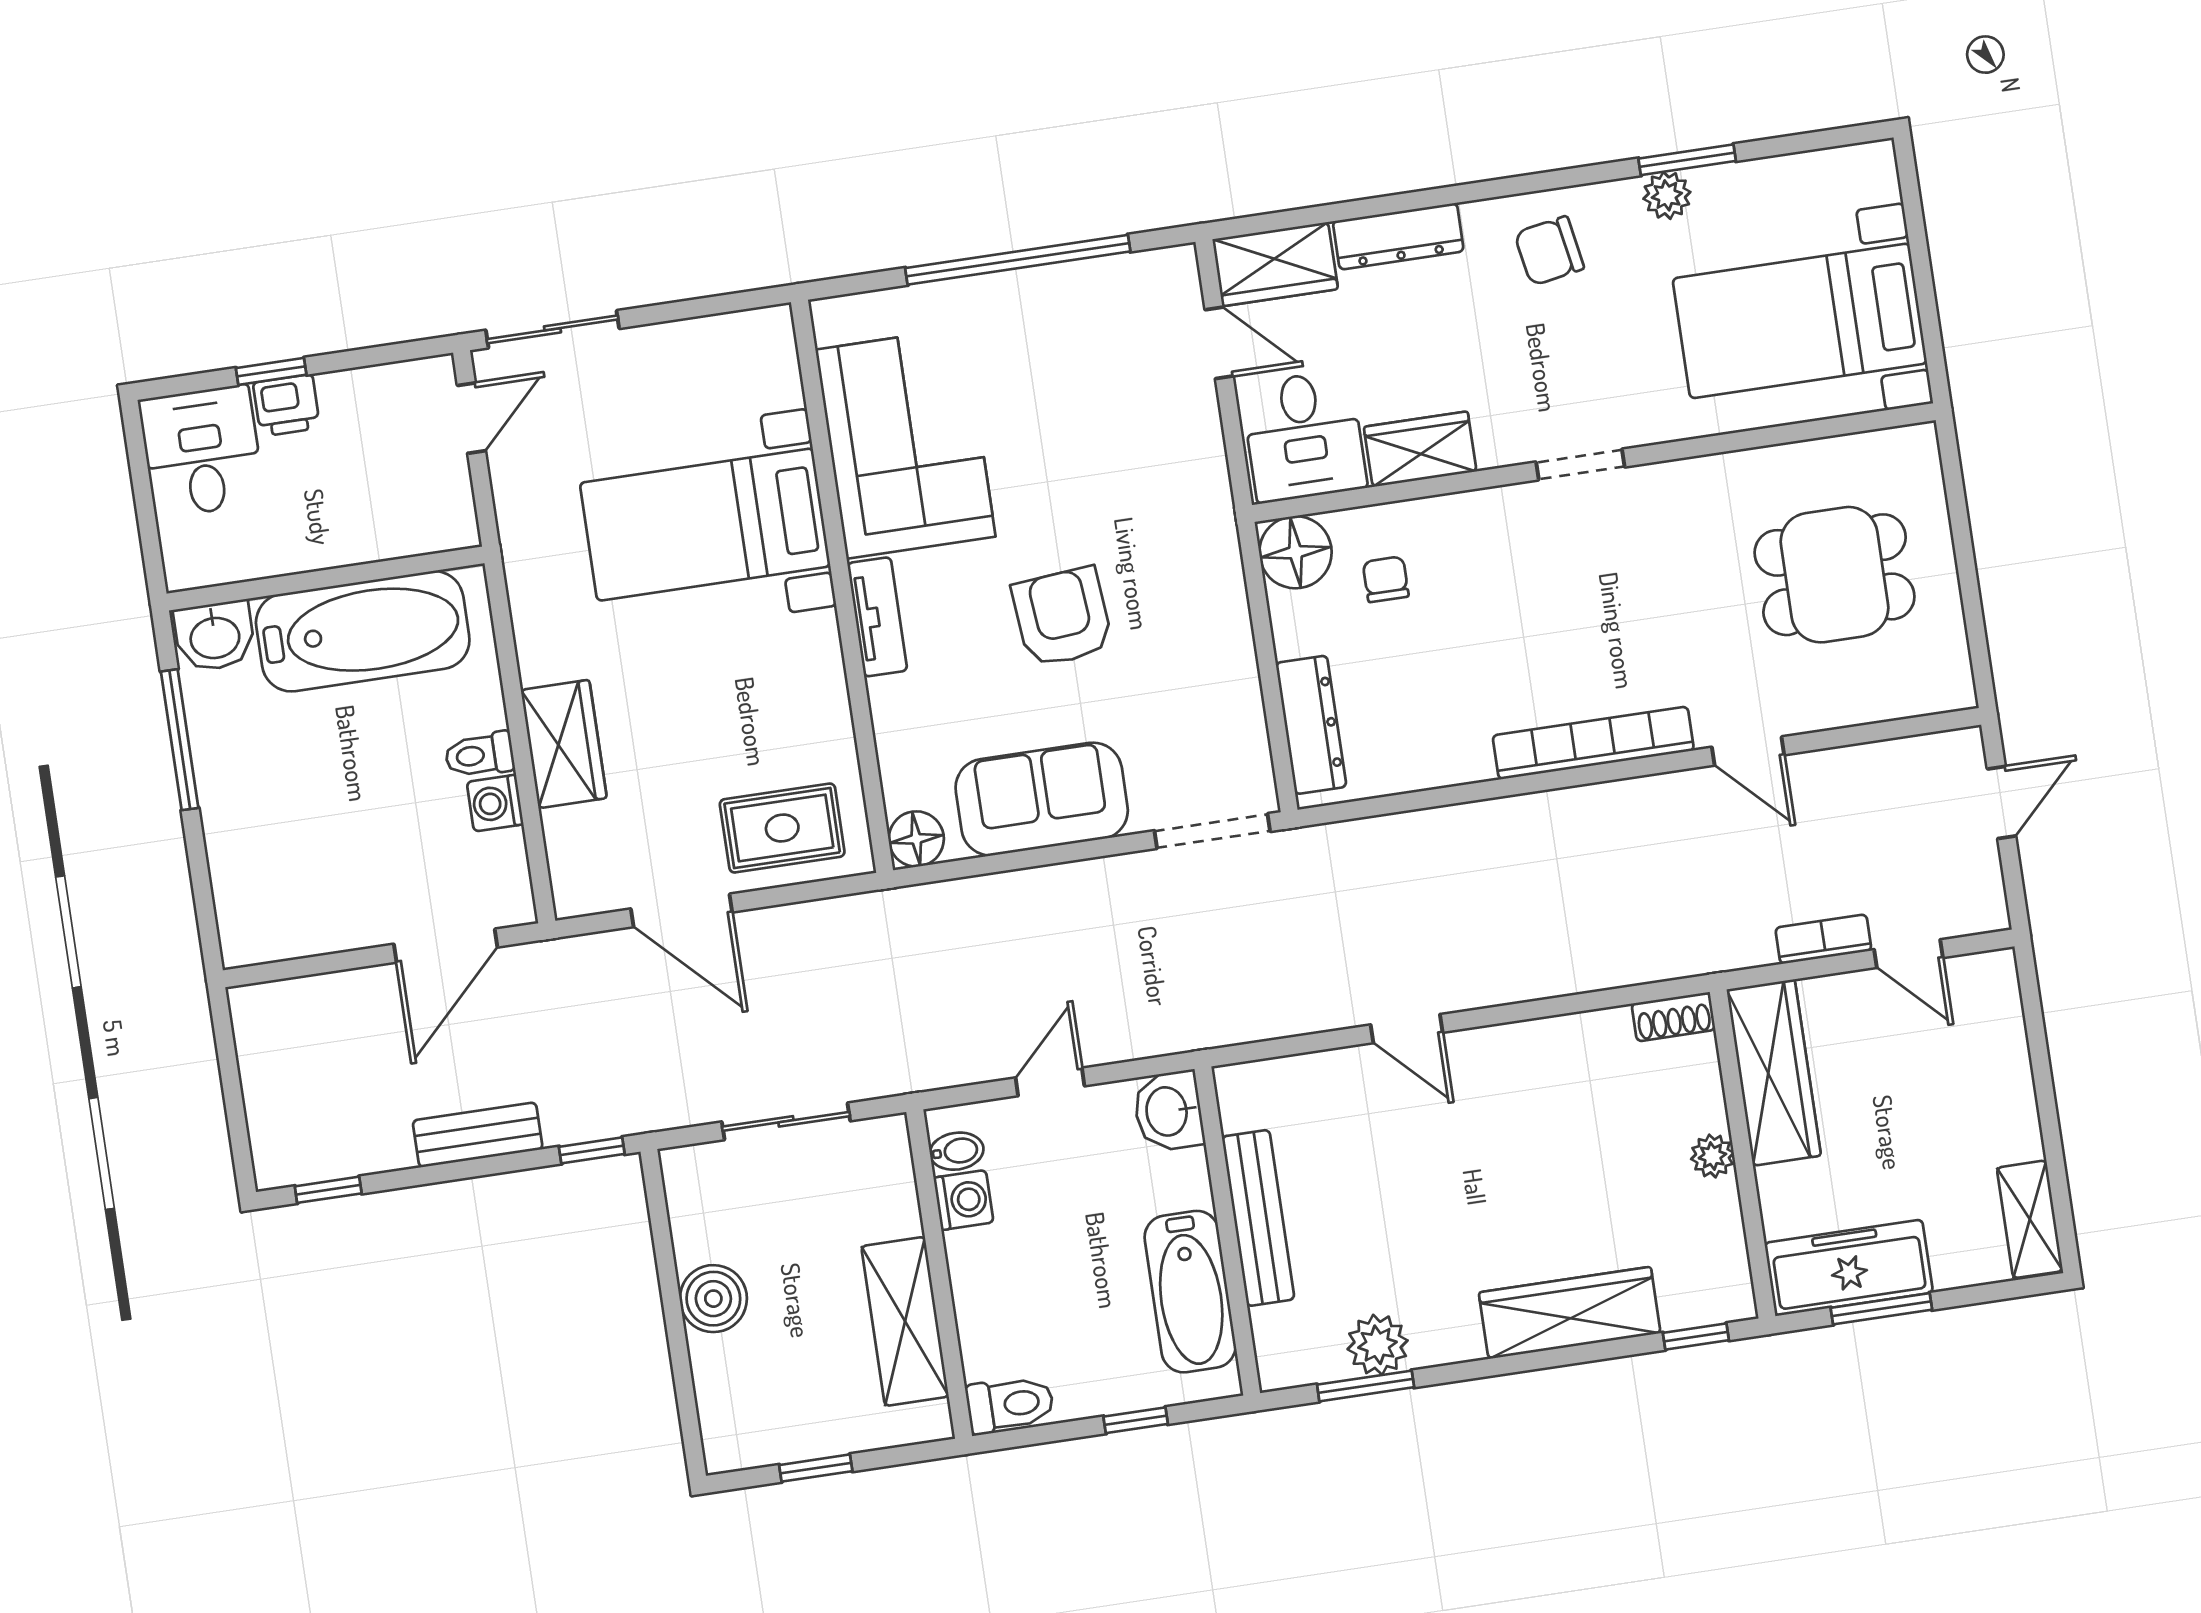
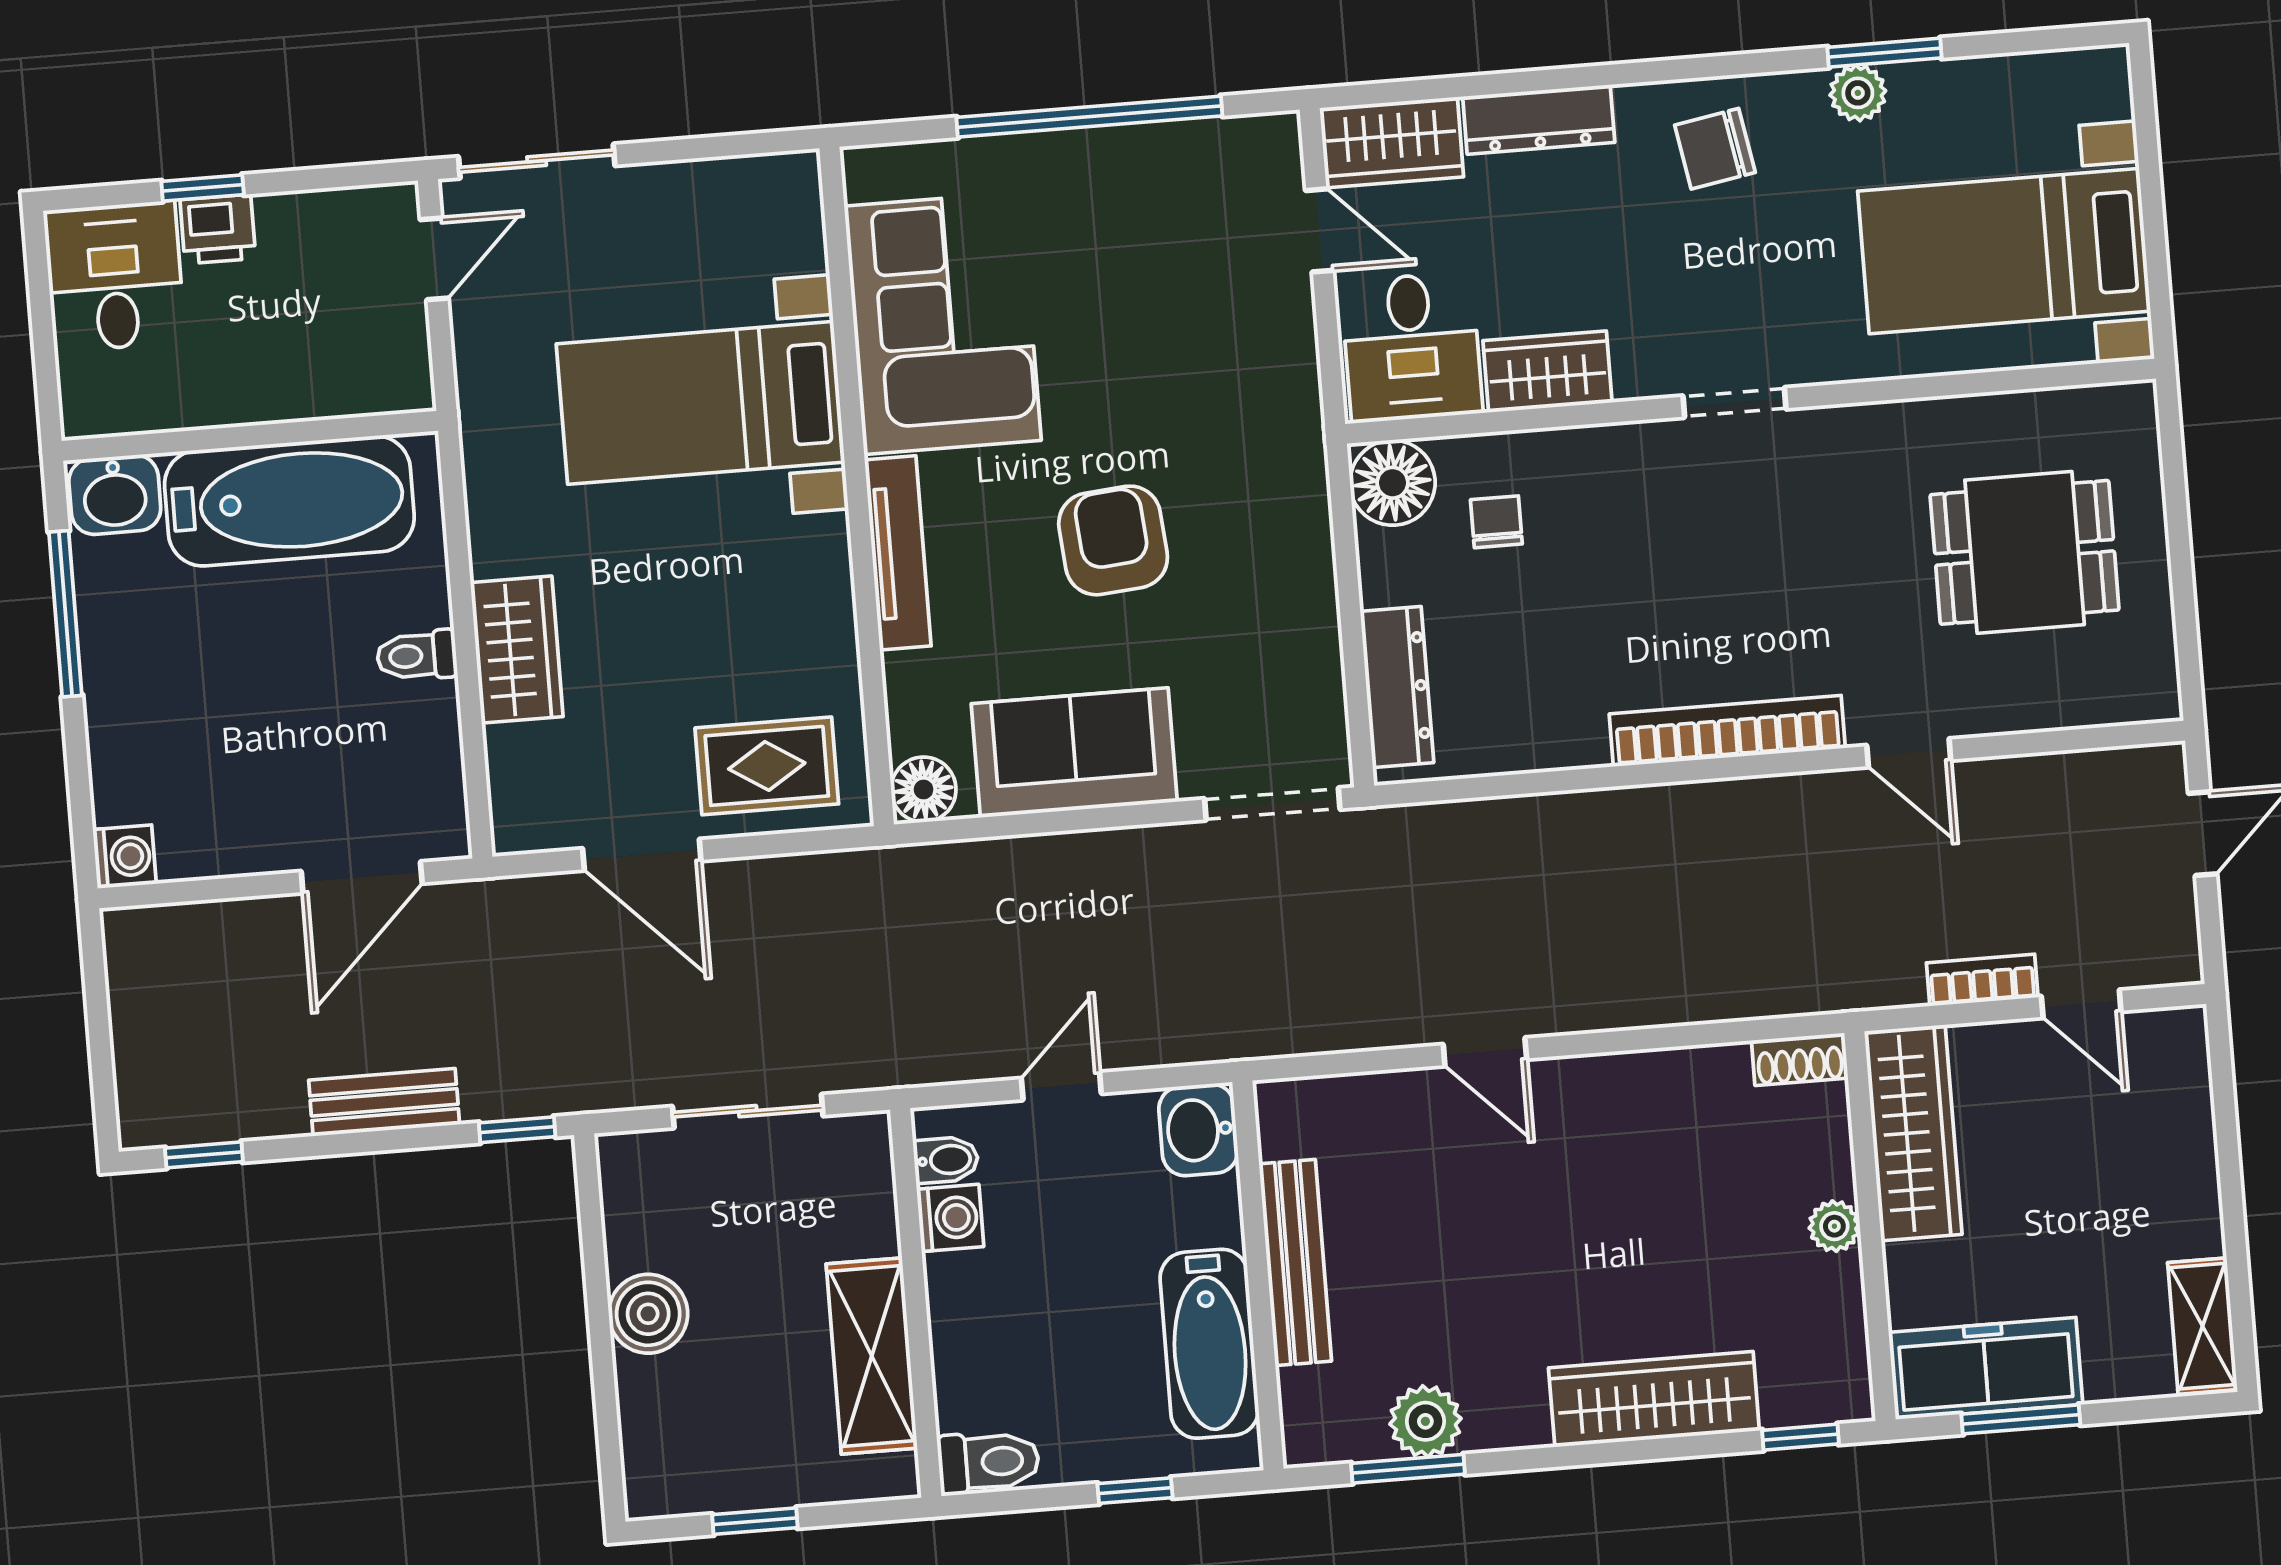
tv unit: (877, 617) -> (898, 553), width x1.41
washing machine: (495, 803) -> (125, 857), moved, turned 180

